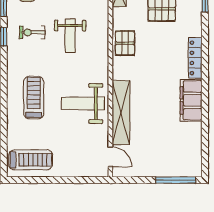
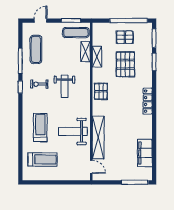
filing cabinet: (191, 100) -> (145, 153), moved
treadmill: (31, 160) -> (43, 159), moved

